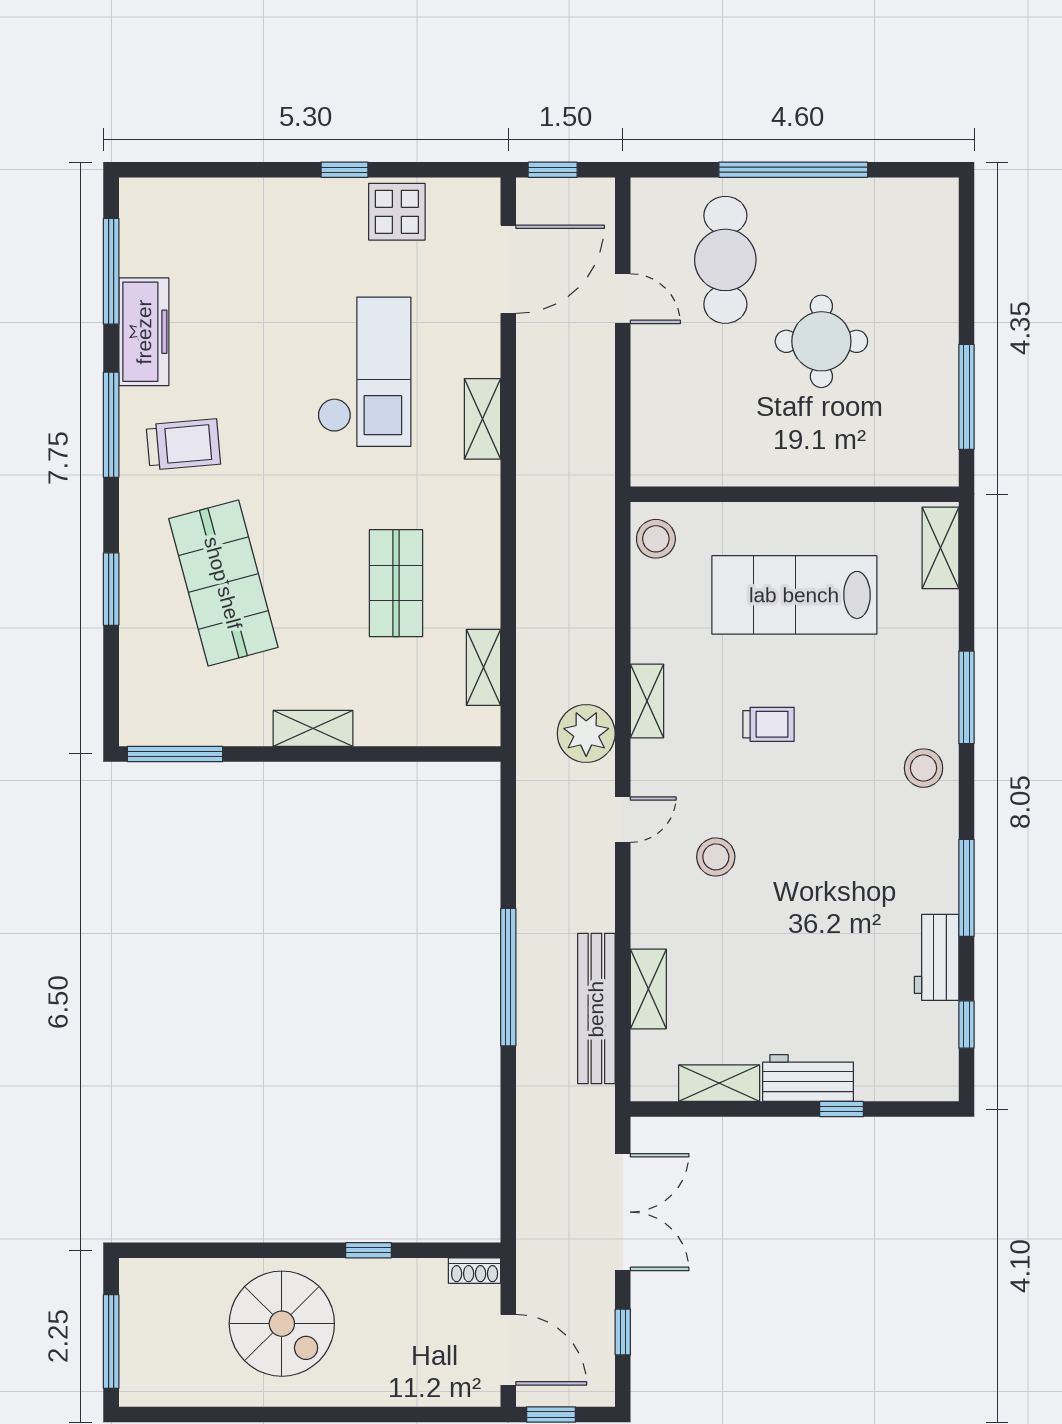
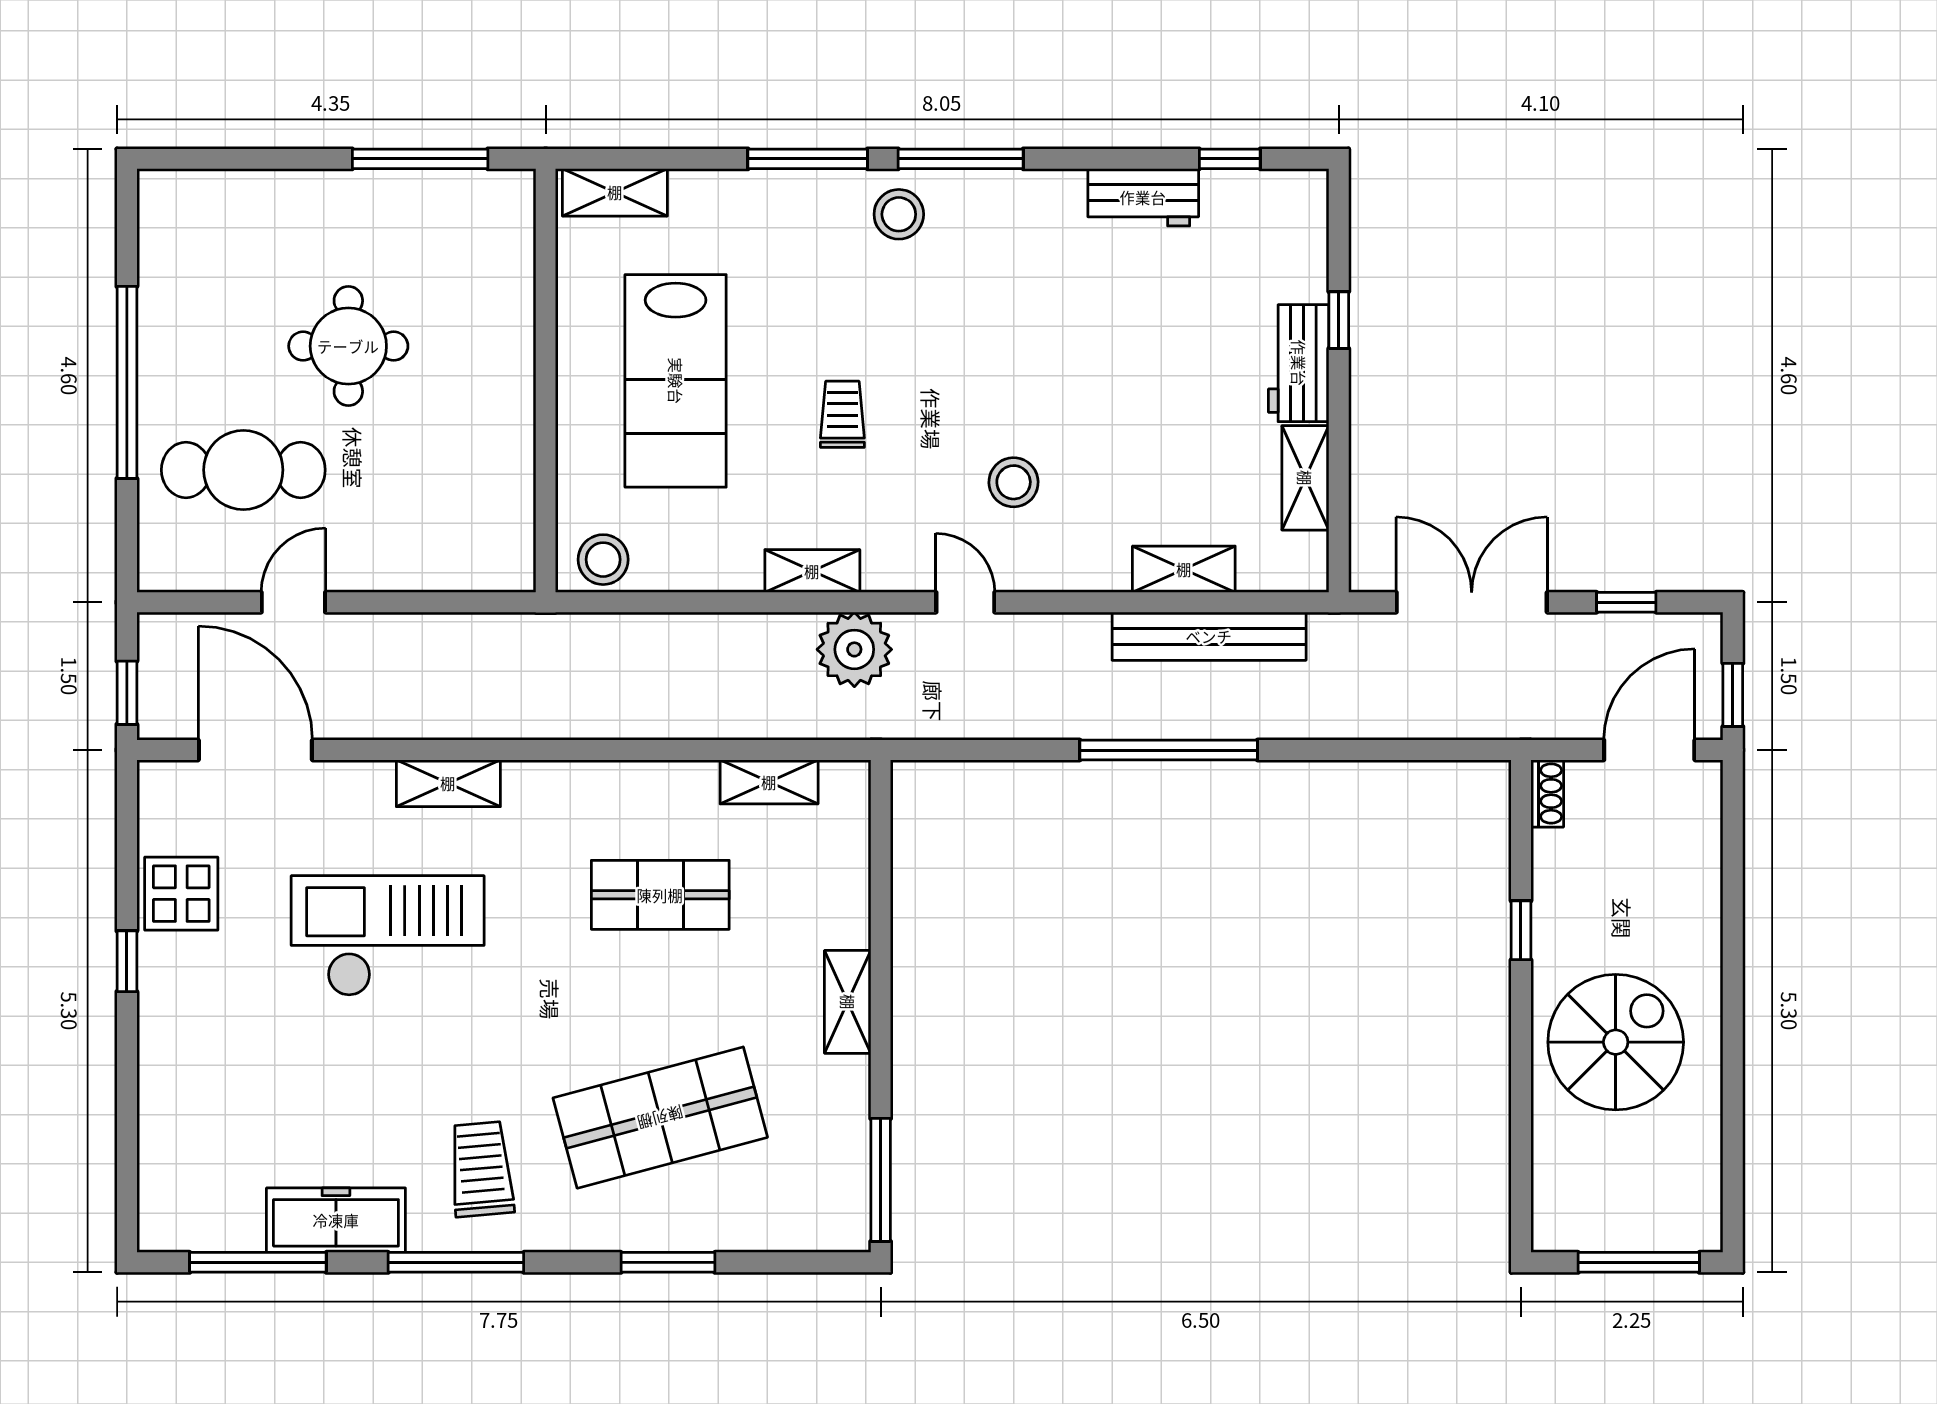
window: (966, 888) -> (961, 159), moved

